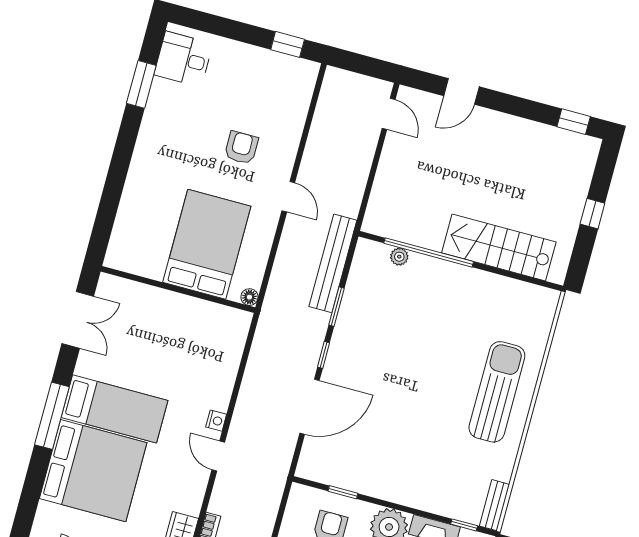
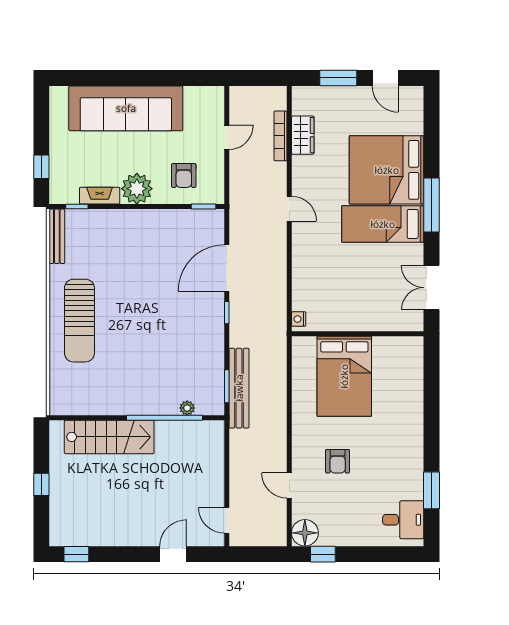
door: (288, 197) -> (289, 486), moved
floor lamp: (249, 297) -> (305, 533), moved, width x1.89, depth x1.89
window: (336, 307) -> (227, 386), moved
nightstand: (216, 421) -> (299, 319), moved
window: (343, 492) -> (203, 207), moved
bench: (494, 505) -> (57, 236), width x1.36

